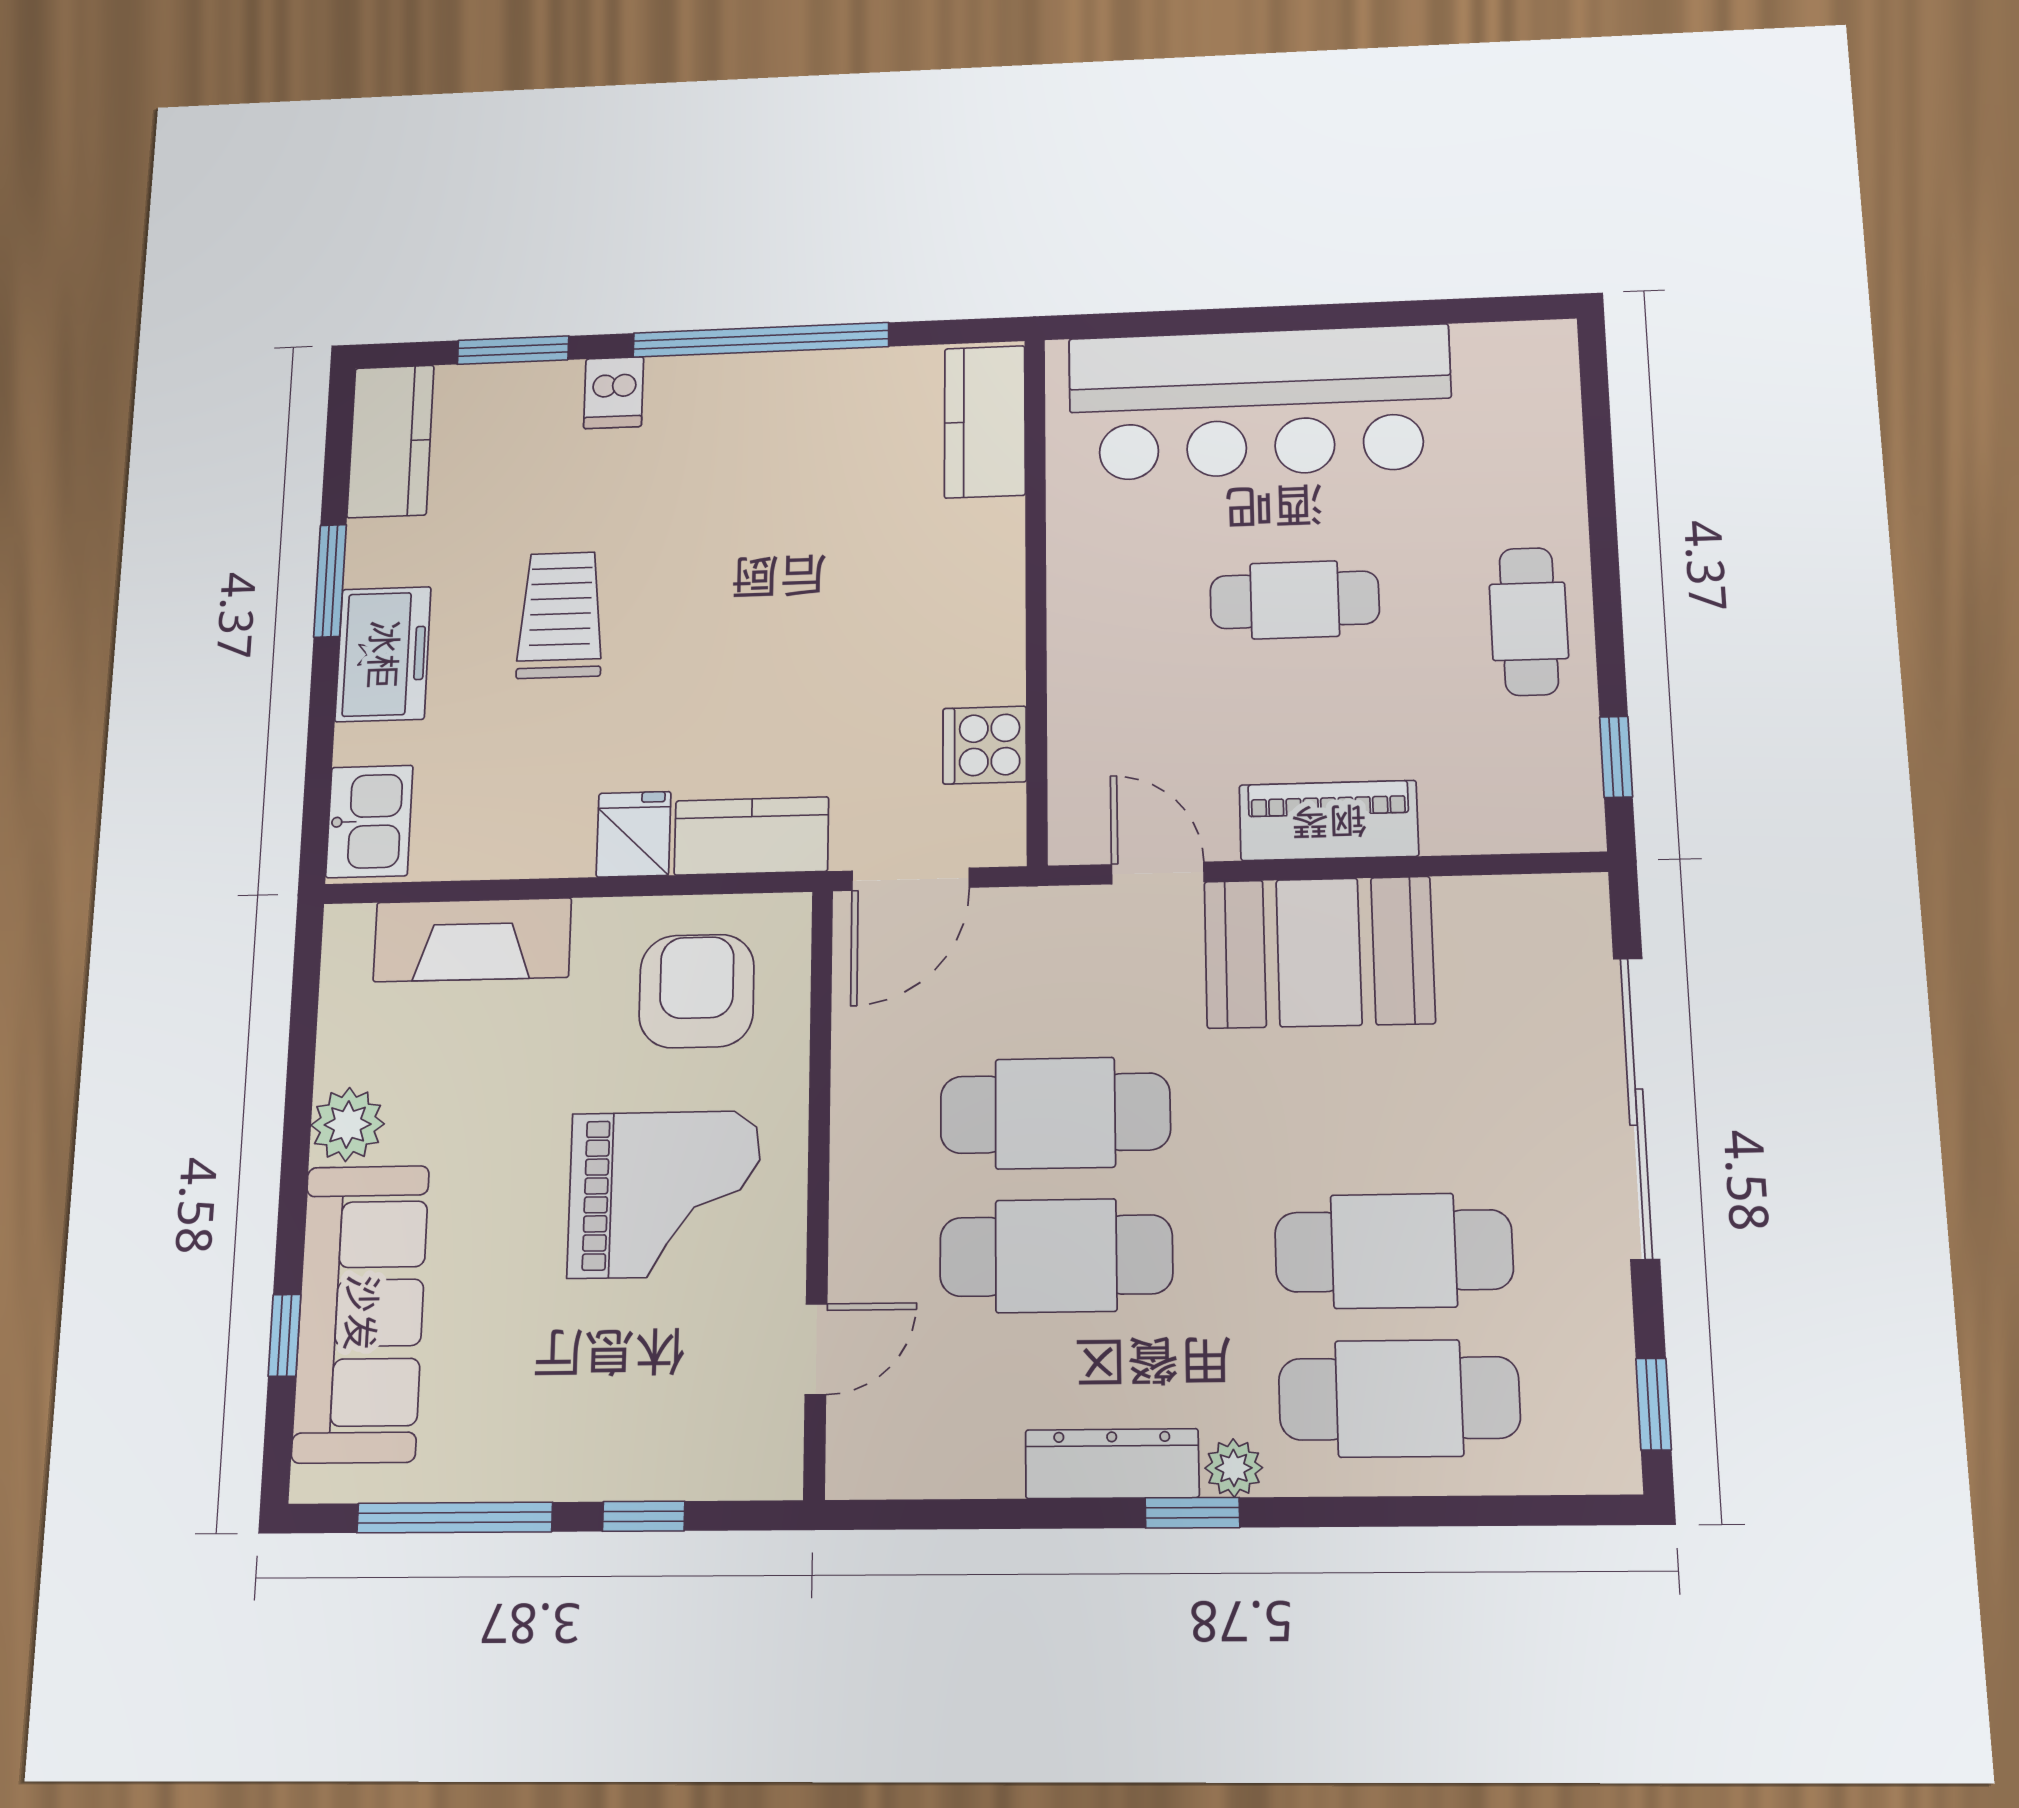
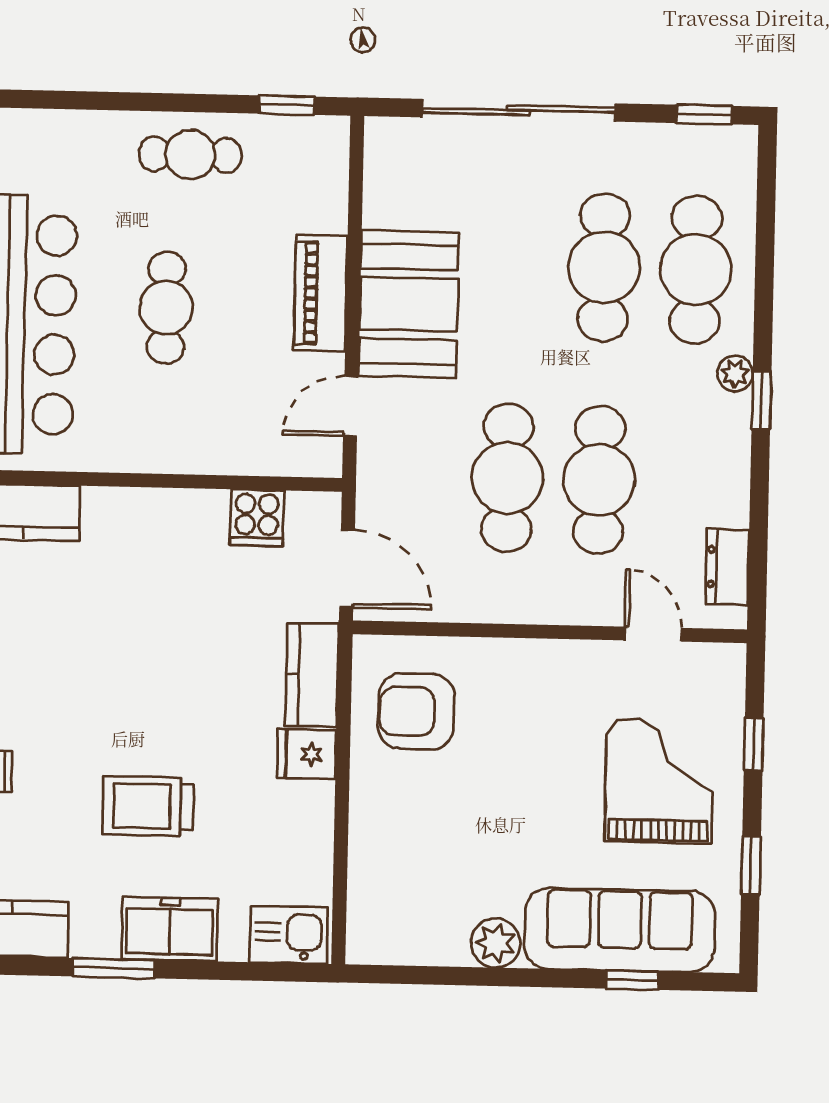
fireplace: (472, 940) -> (374, 862), removed
grand piano: (664, 1194) -> (659, 781), moved
dresser: (1112, 1464) -> (727, 567), moved, width x0.70
window: (455, 1518) -> (751, 865), width x0.46

